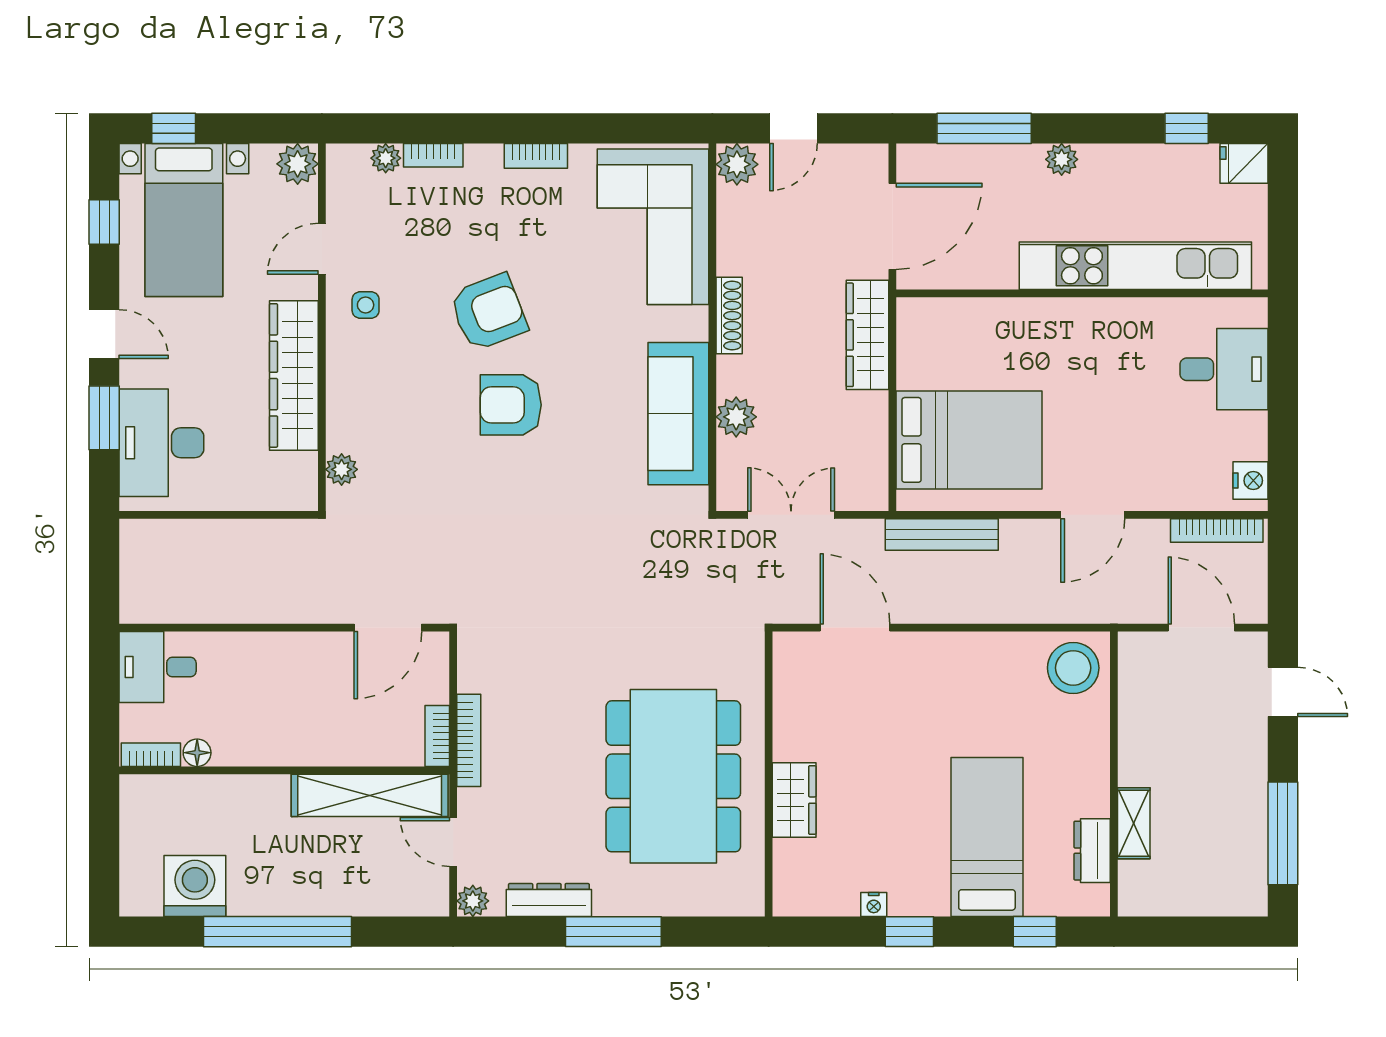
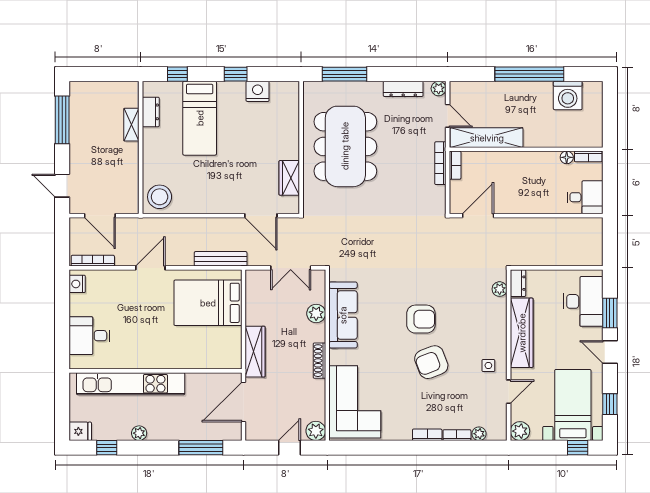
bookcase: (536, 156) -> (427, 435), moved
plant: (1062, 159) -> (139, 433), moved
dresser: (302, 482) -> (518, 283), added
wardrobe: (794, 800) -> (289, 178), moved
nightstand: (874, 904) -> (258, 91), width x1.89, depth x1.79
window: (613, 932) -> (344, 74), moved

